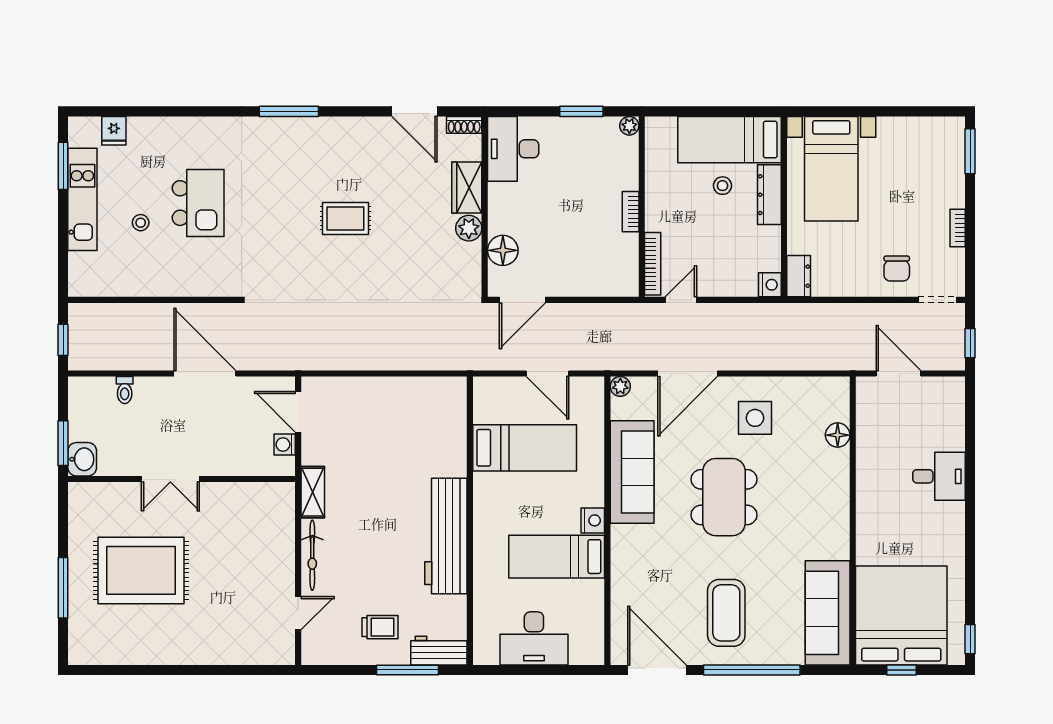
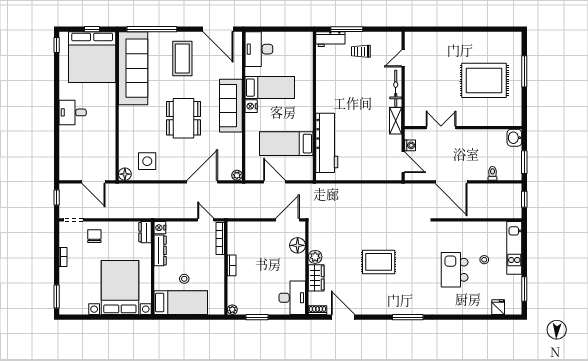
bed with nightstands: (831, 169) -> (120, 287), width x1.36
dresser: (769, 195) -> (160, 250), moved
kitchen unit: (82, 199) -> (514, 248), moved
rug: (345, 218) -> (379, 262), width x1.36, depth x1.43
door: (681, 300) -> (206, 220), swing flipped
side table: (755, 418) -> (147, 161), moved
floor lamp: (838, 435) -> (125, 174), moved
window: (63, 443) -> (524, 162), moved
sofa: (632, 472) -> (231, 106), moved
desk: (939, 476) -> (73, 112), moved
double door: (170, 479) -> (441, 128), moved
workbench: (446, 536) -> (327, 143), moved
sofa: (828, 613) -> (133, 68), width x1.36, depth x1.27
desk: (534, 638) -> (259, 49), moved, turned -90
window: (752, 670) -> (152, 29), moved

